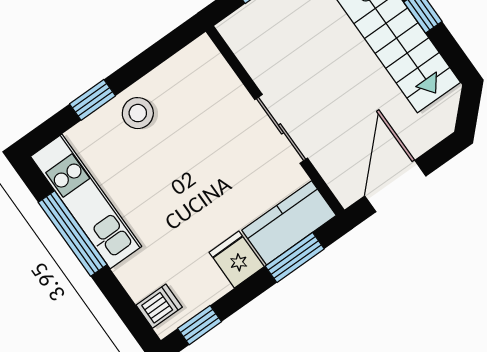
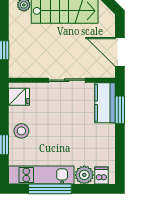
fridge: (237, 259) -> (19, 97), moved, turned 180
plant: (139, 276) -> (84, 175), added
window: (200, 325) -> (120, 165), removed

